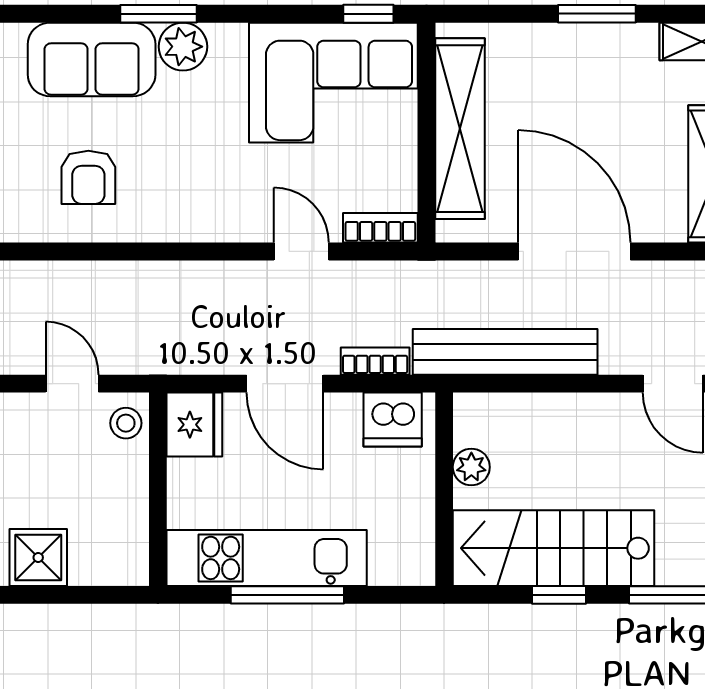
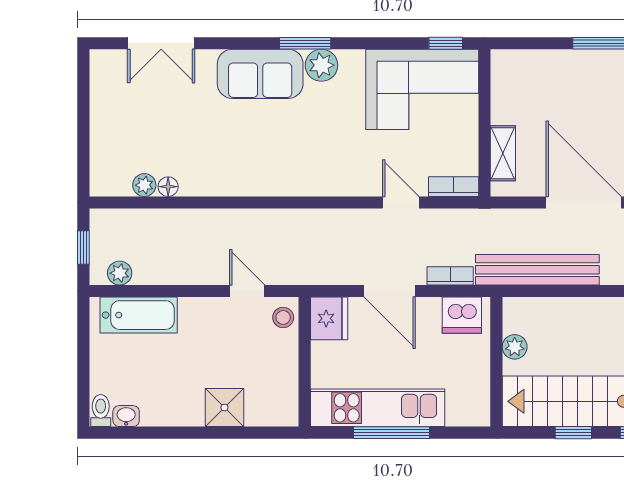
shelving: (460, 129) -> (503, 153), width x0.45, depth x0.75
armchair: (88, 177) -> (258, 153), removed

